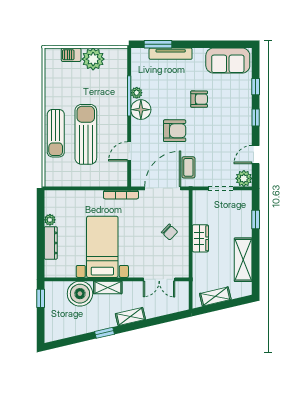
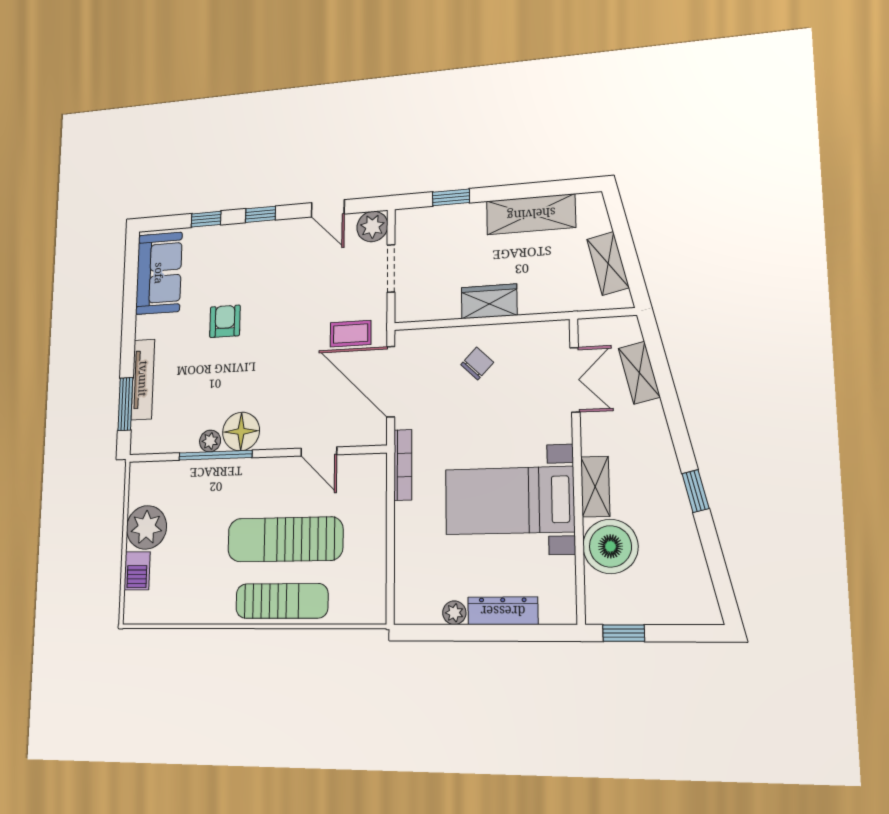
armchair: (175, 131) -> (282, 364), removed
shelving: (130, 317) -> (639, 373), moved

